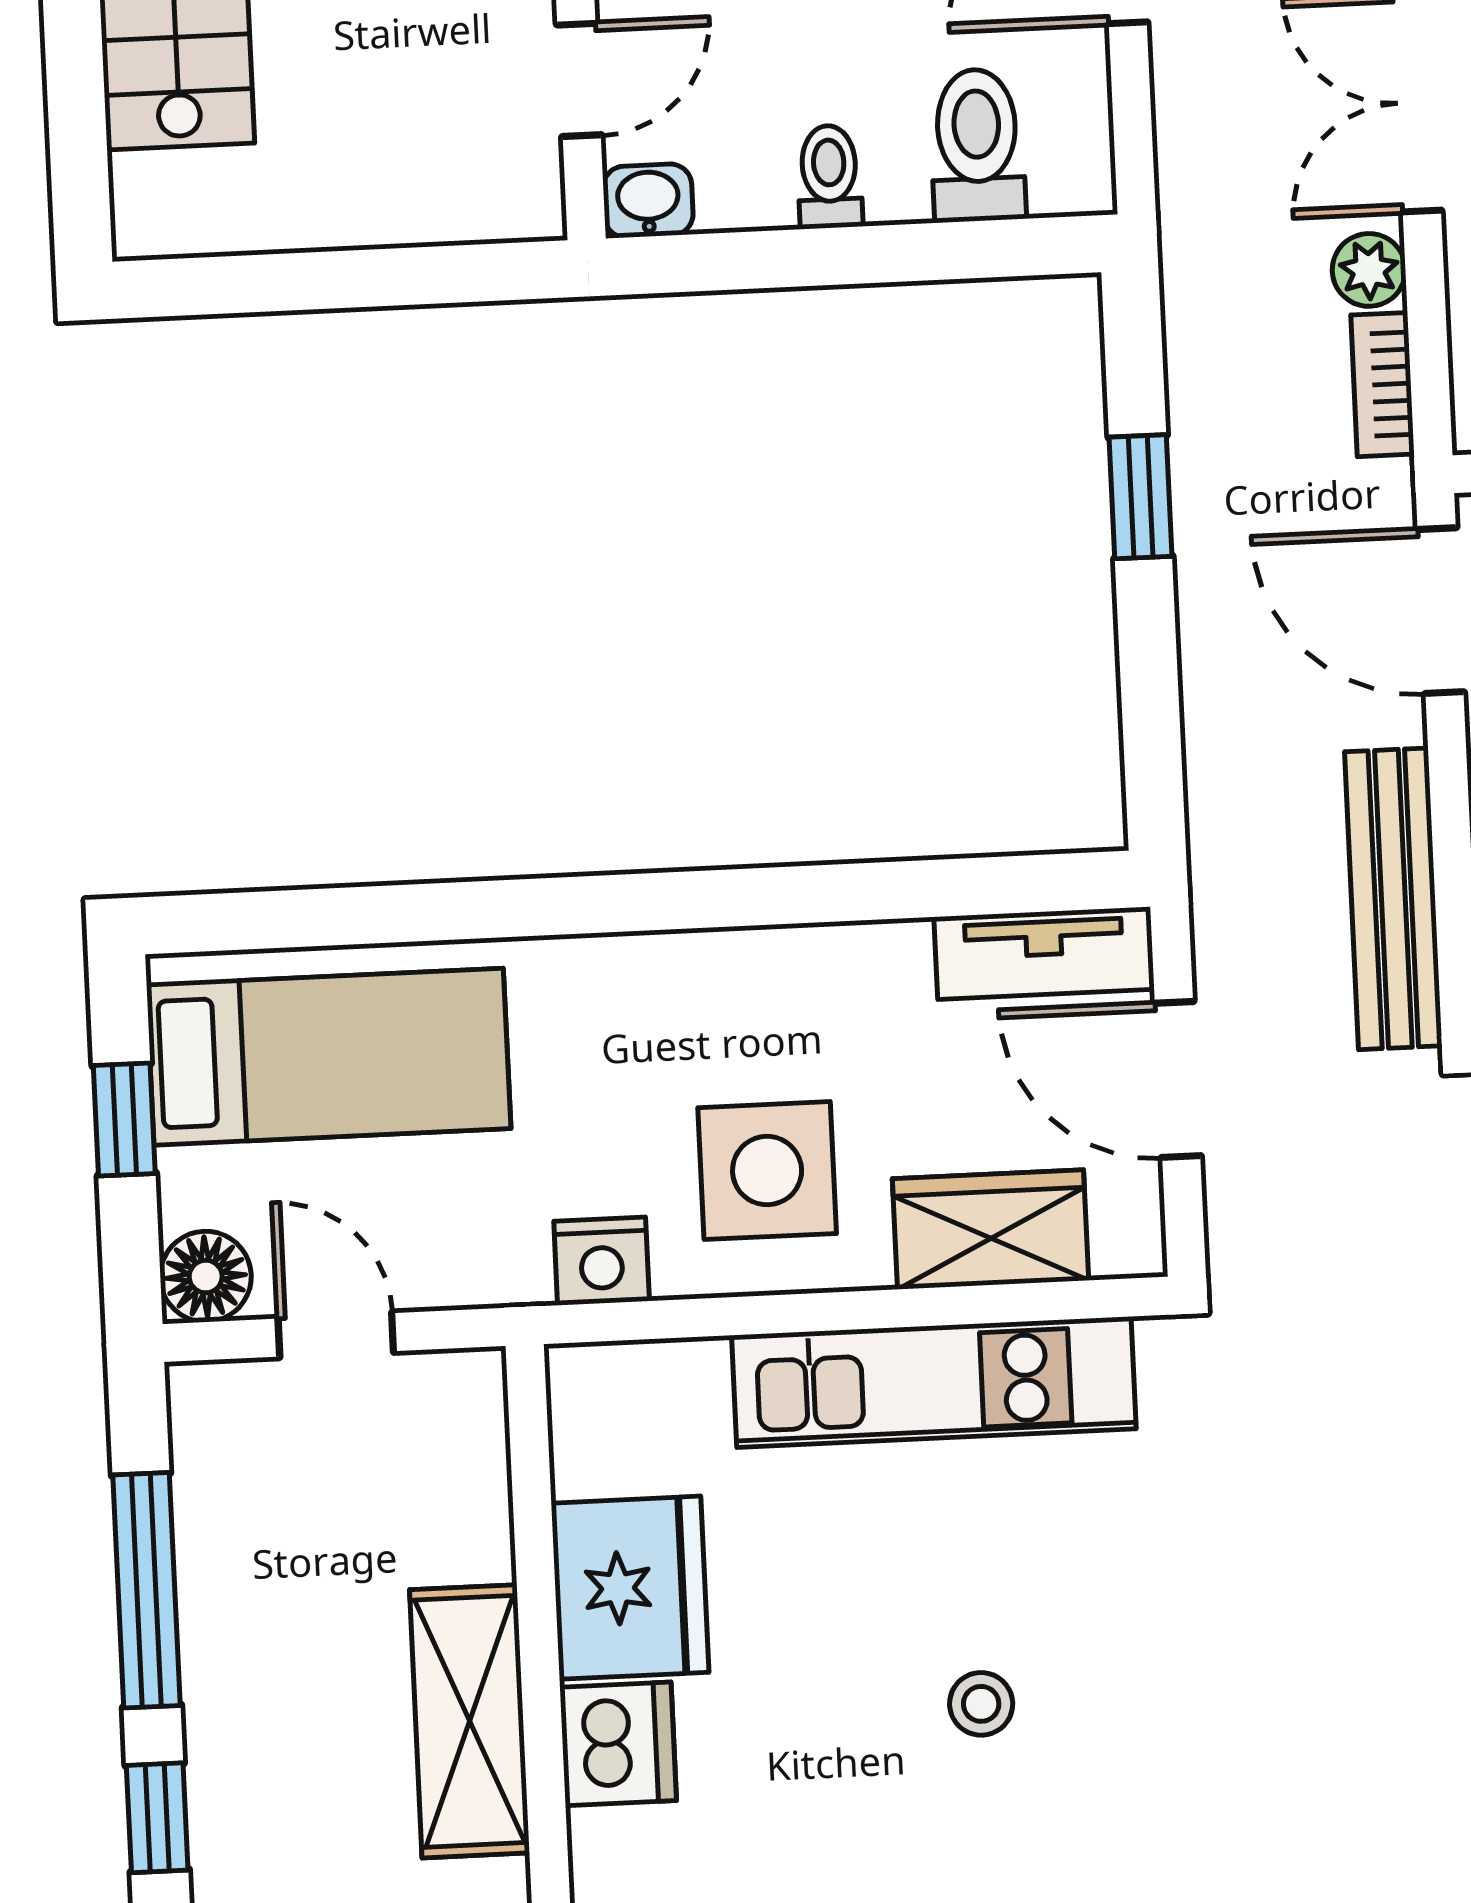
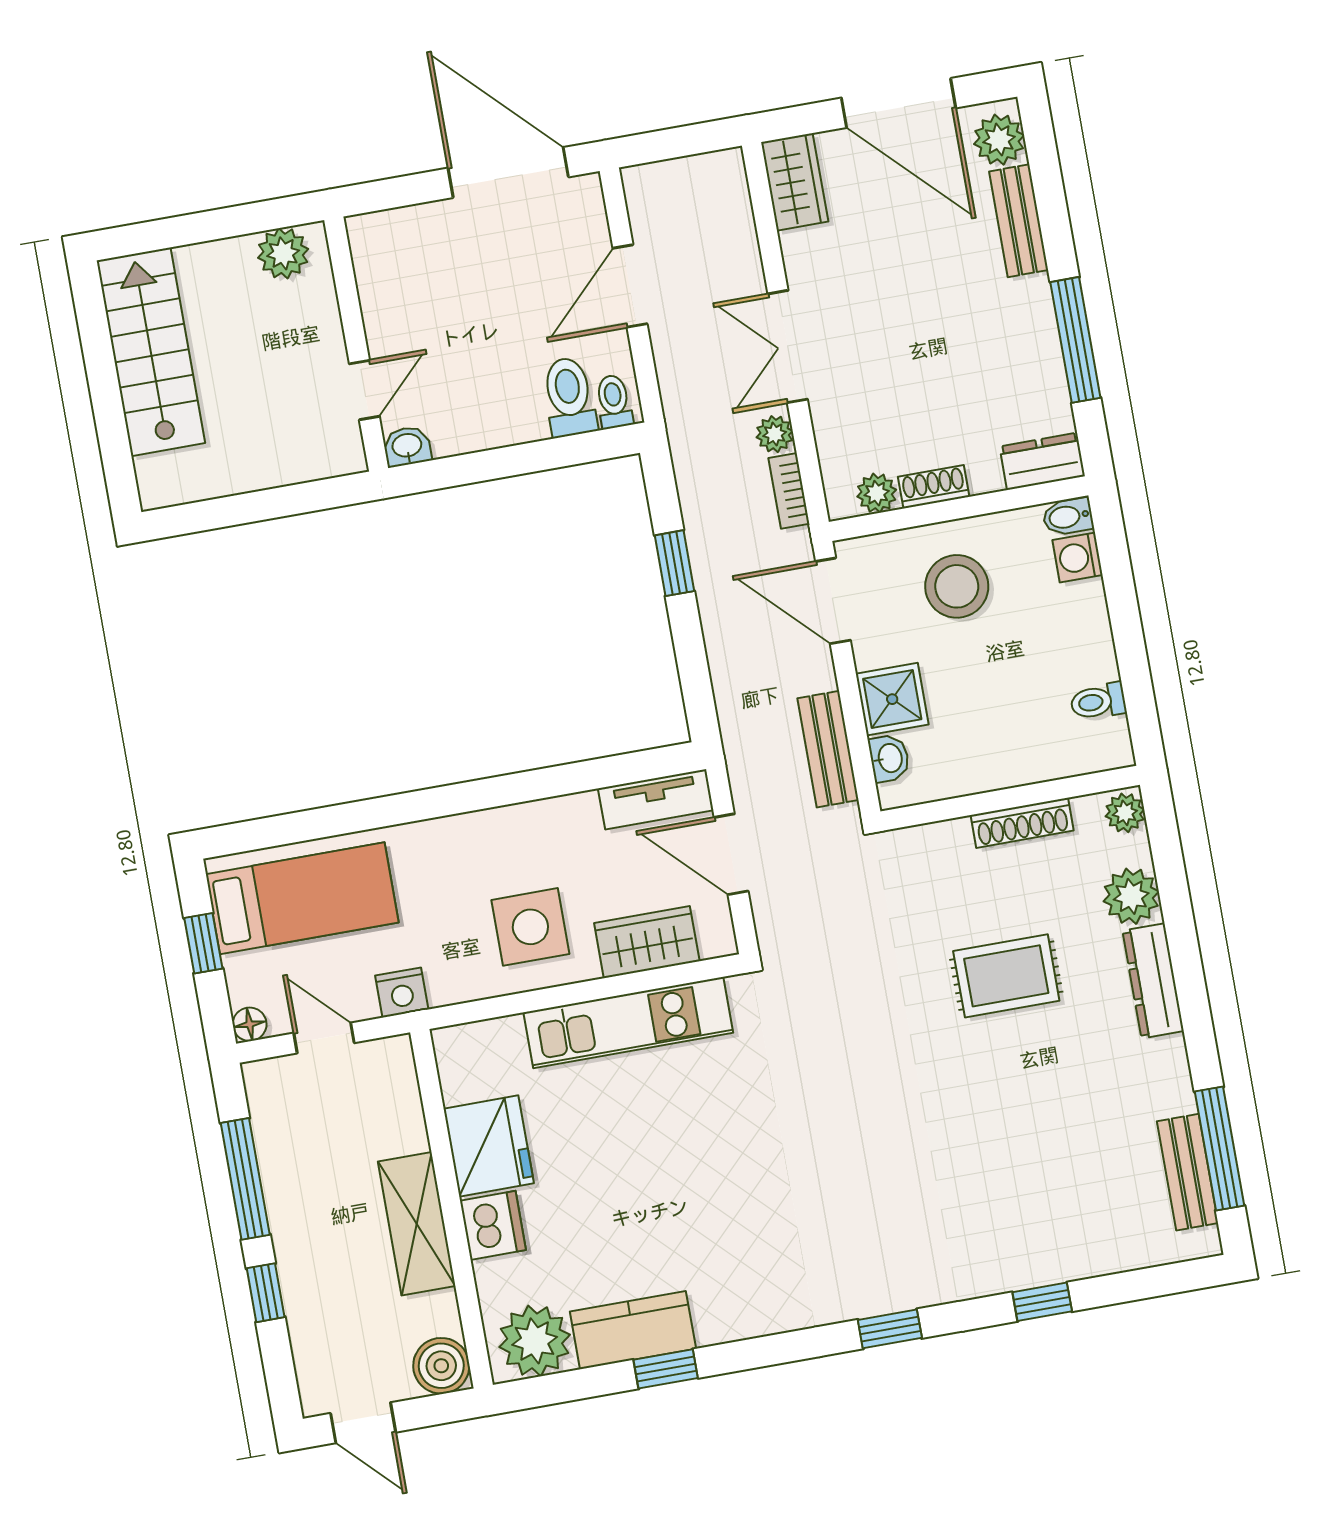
toilet: (829, 177) -> (614, 402), moved
bench: (1393, 899) -> (828, 749), width x0.73
nightstand: (602, 1261) -> (402, 992), moved
floor lamp: (206, 1277) -> (250, 1024), width x0.73, depth x0.73
stool: (981, 1704) -> (673, 1182), removed

